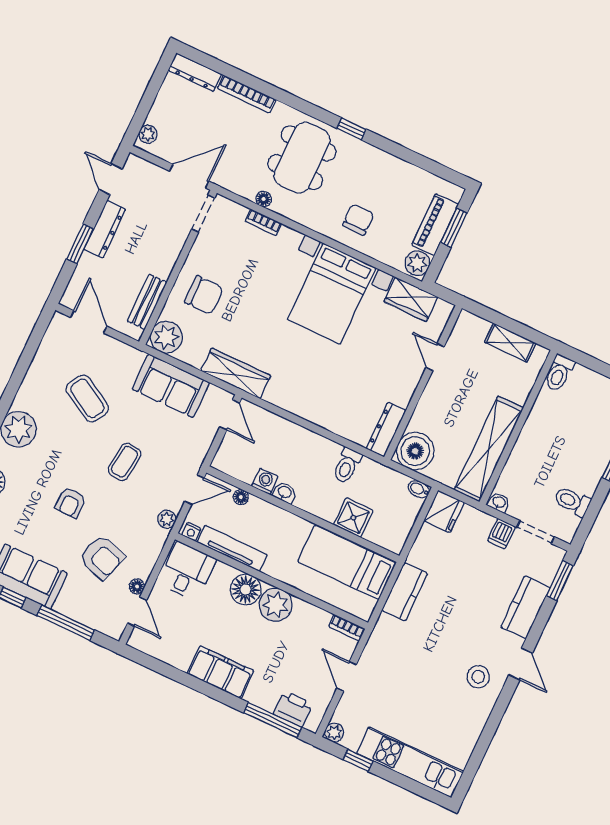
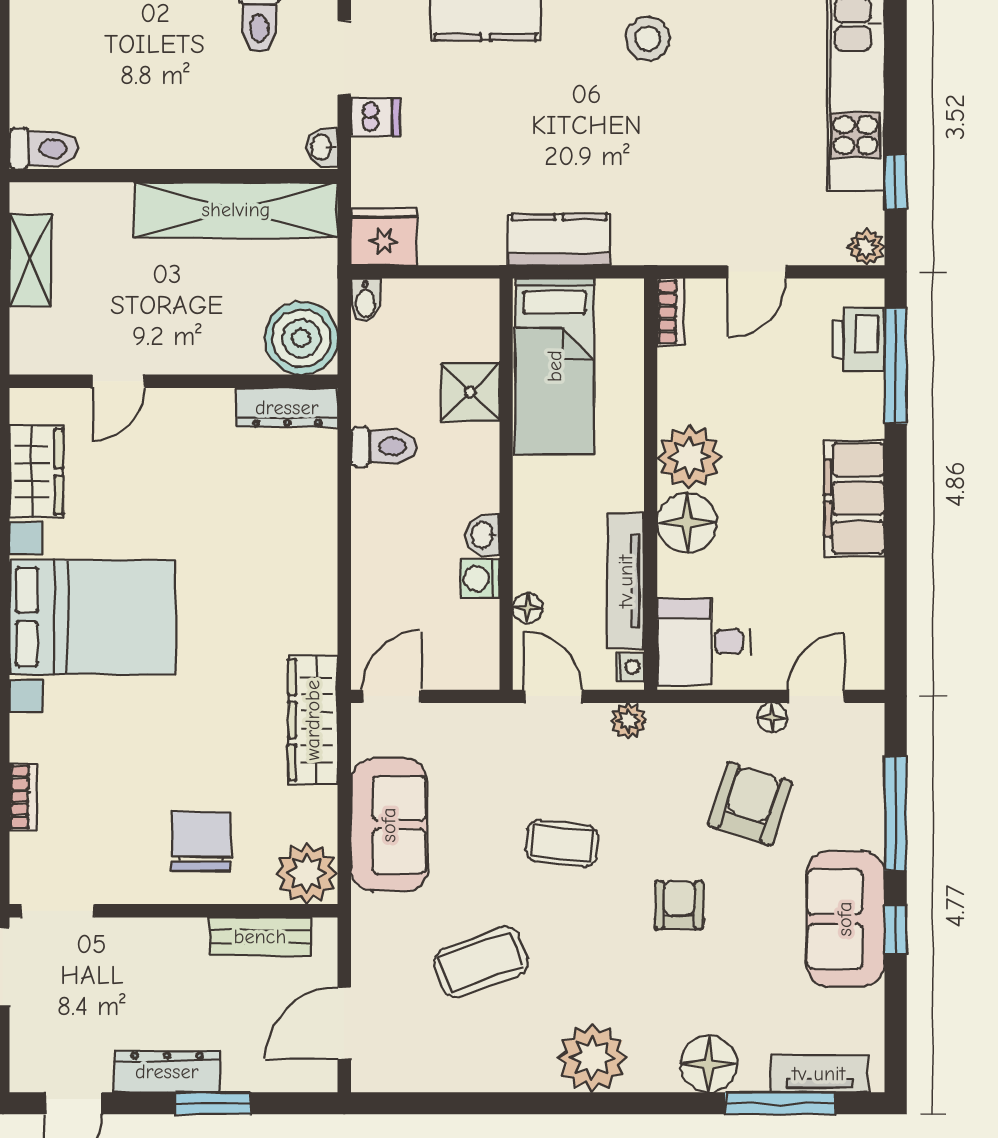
coffee table: (87, 398) -> (481, 962), turned 40
armchair: (71, 503) -> (679, 905), turned -90

